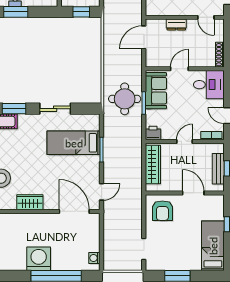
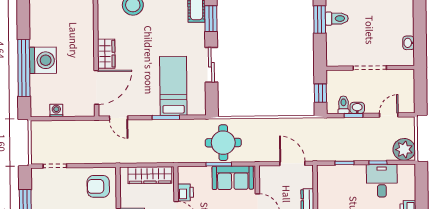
printer: (153, 133) -> (185, 192), moved
wardrobe: (30, 202) -> (106, 54), moved
washing machine: (94, 258) -> (56, 110), moved
washing machine: (39, 259) -> (43, 60), moved

